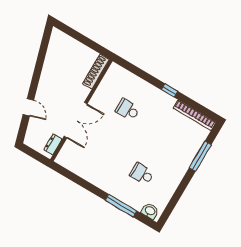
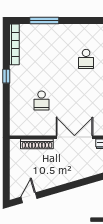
shoe rack: (96, 71) -> (37, 144), moved
door: (28, 107) -> (29, 198), moved

